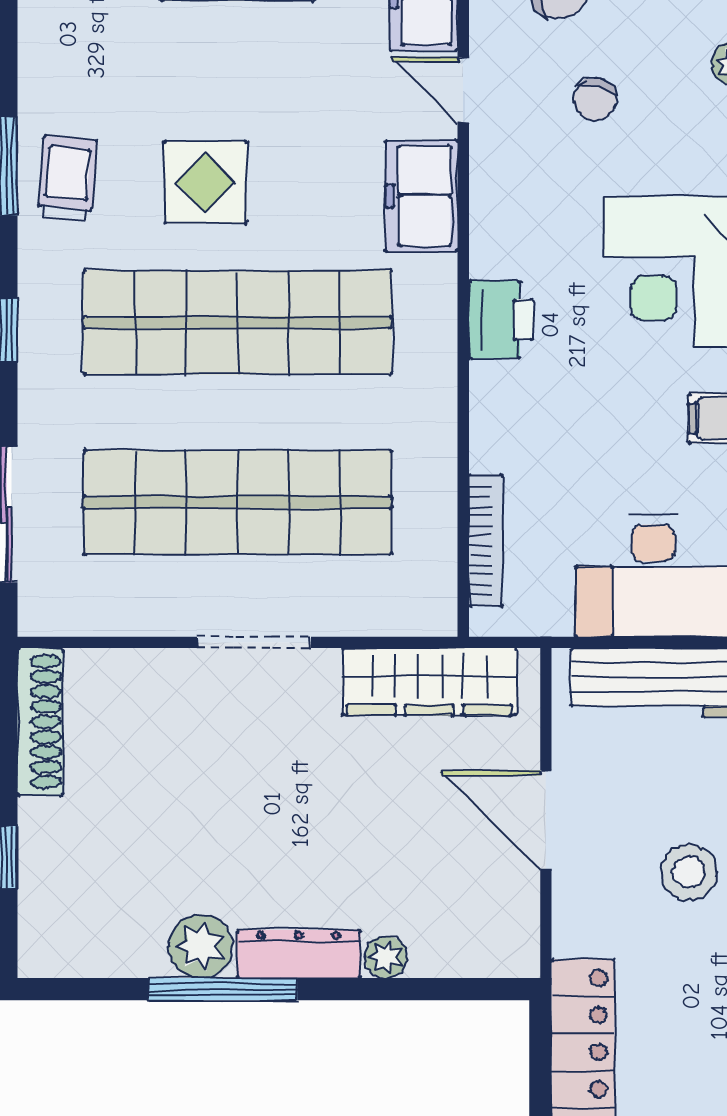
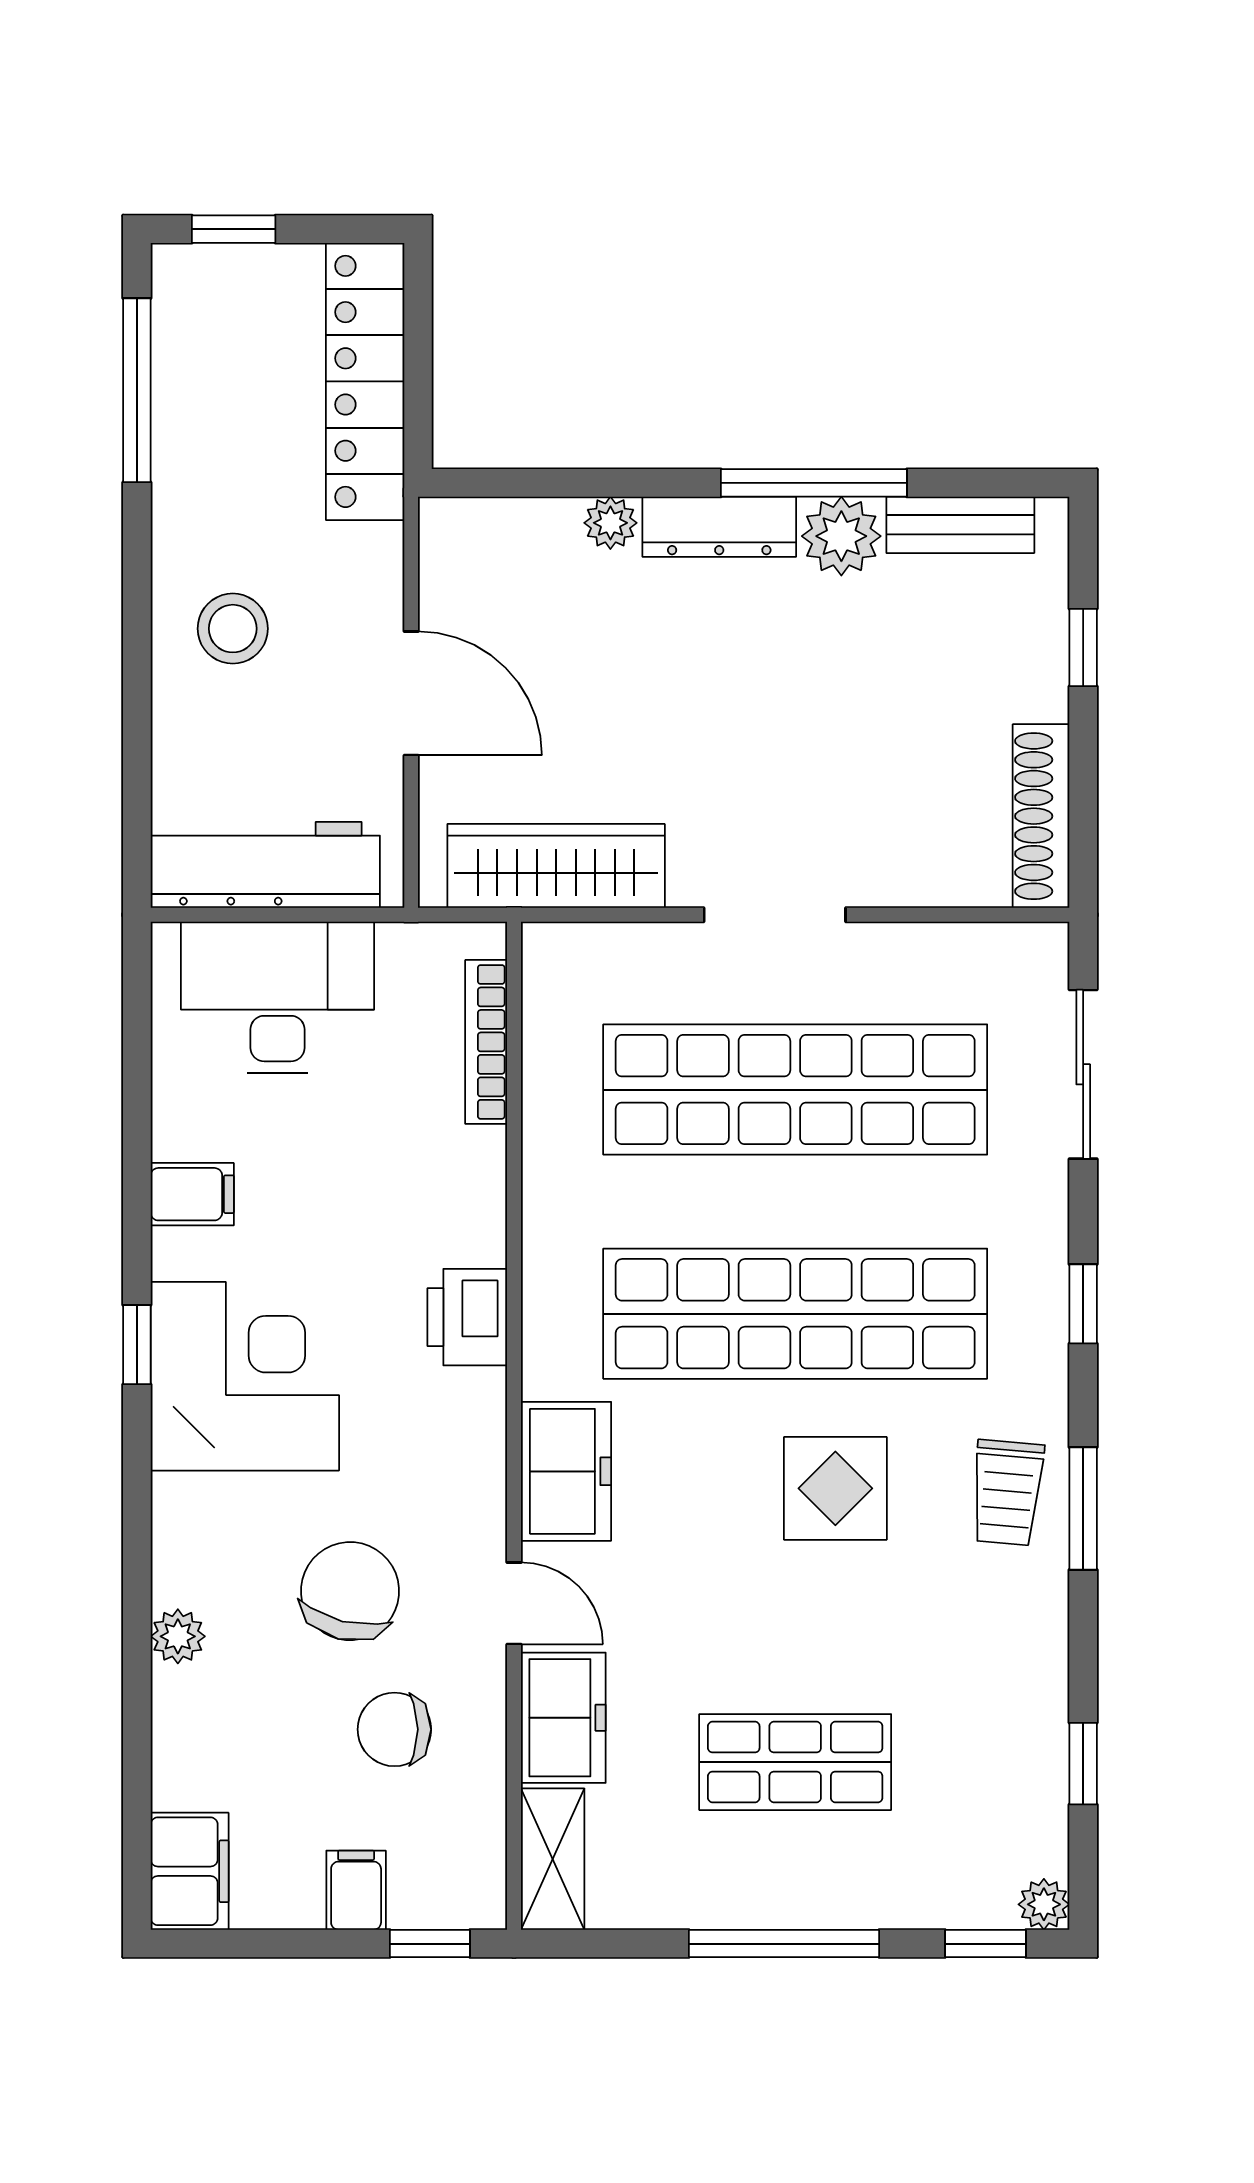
chair: (595, 100) -> (350, 1591), width x1.87, depth x1.87
bench: (105, 956) -> (960, 525), added

